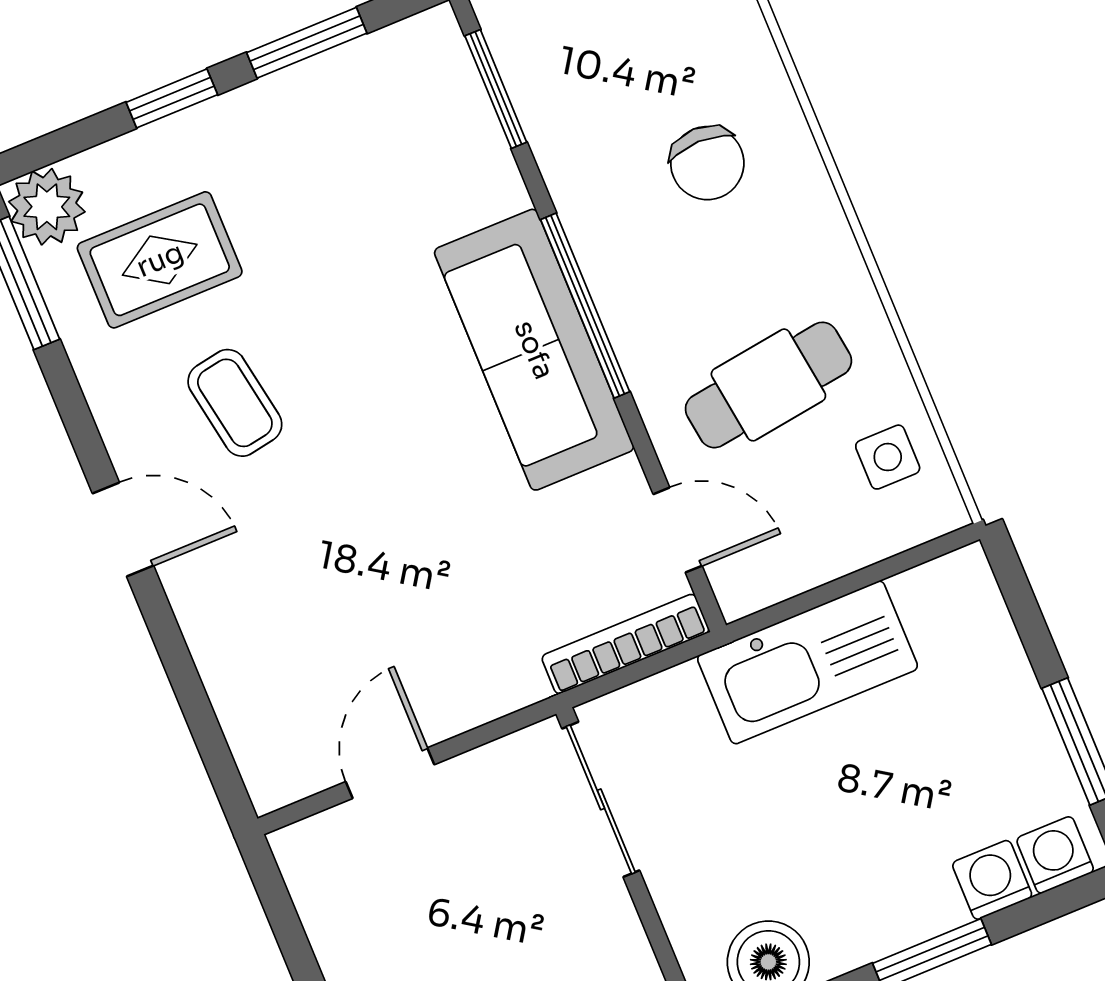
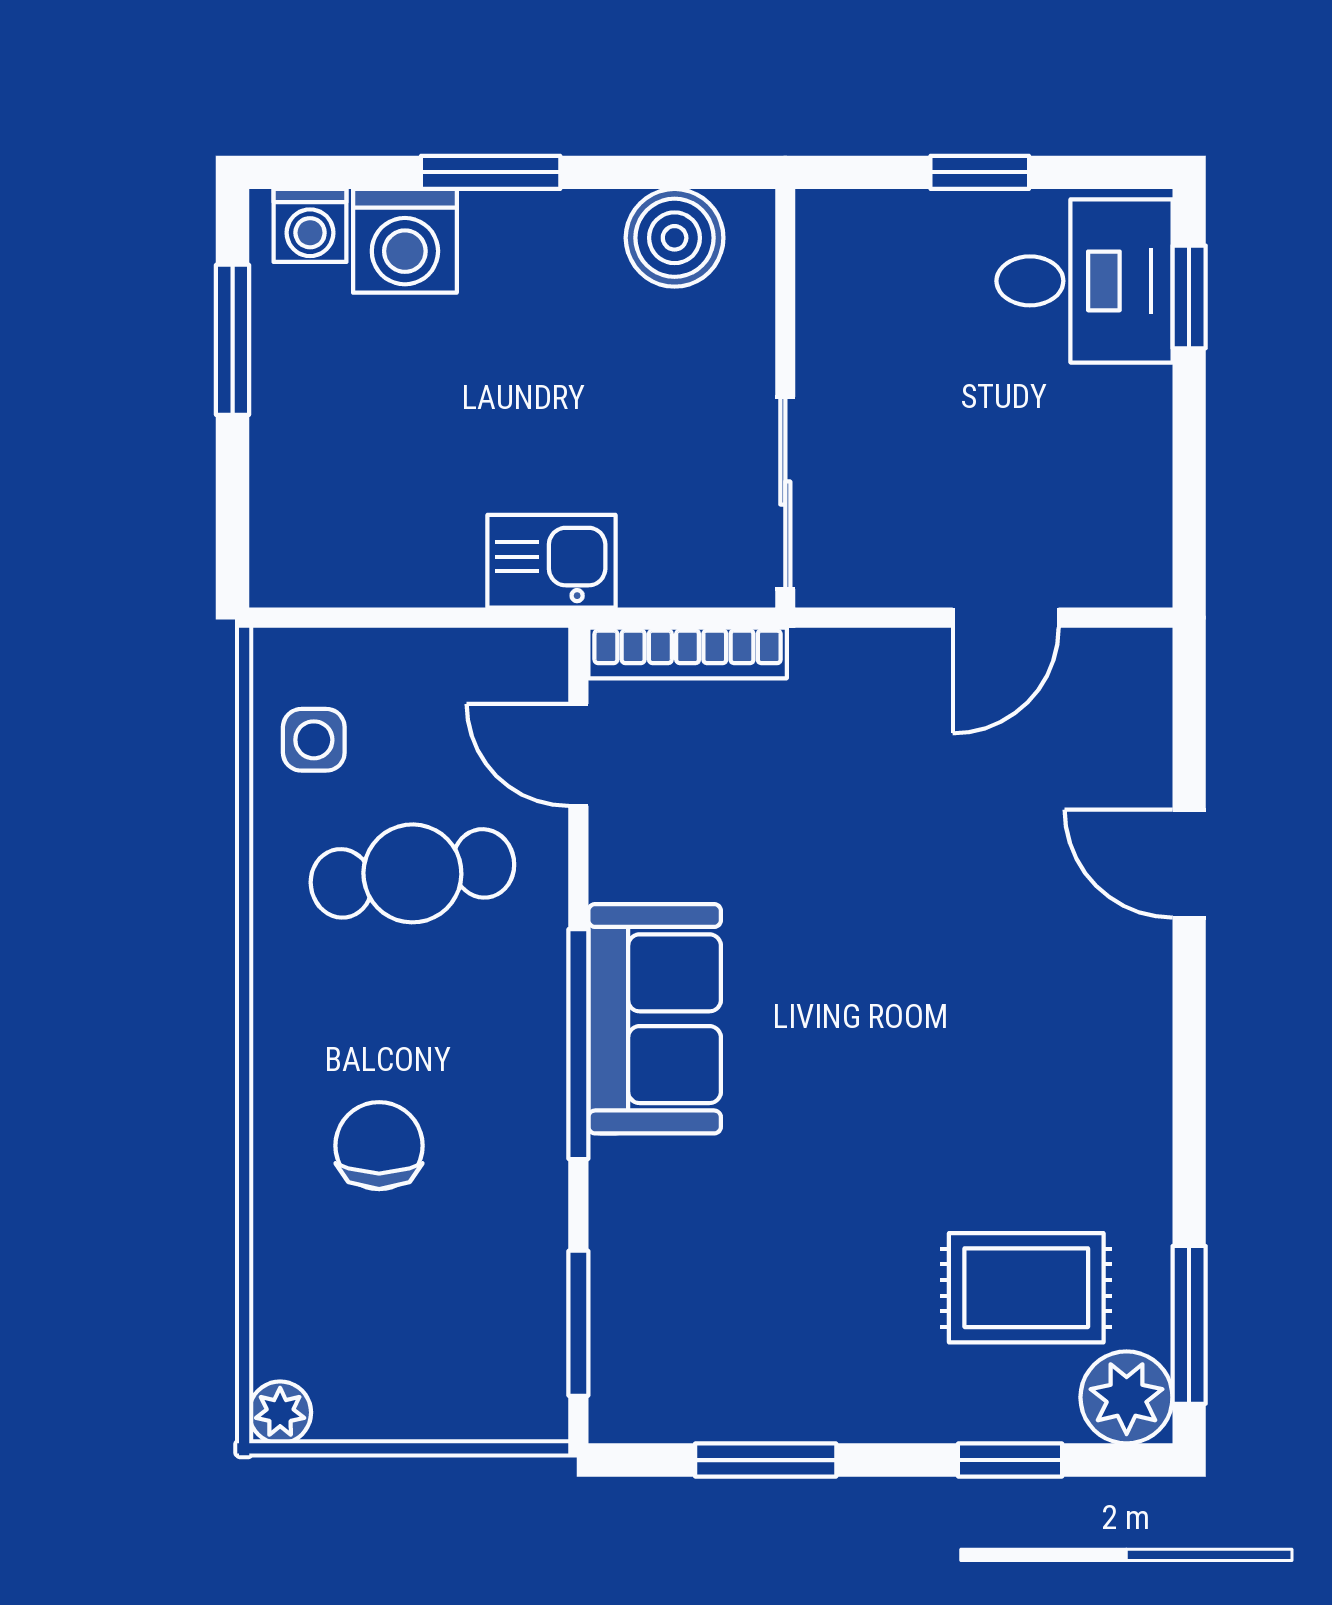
window: (172, 98) -> (1010, 1460), moved
sofa: (534, 350) -> (655, 1019), width x0.73
coffee table: (235, 403) -> (1008, 1096), removed
door: (123, 529) -> (1189, 864), moved
kitchen sink: (807, 662) -> (551, 561), width x0.53, depth x0.81
washing machine: (992, 880) -> (405, 241), width x1.38, depth x1.38

